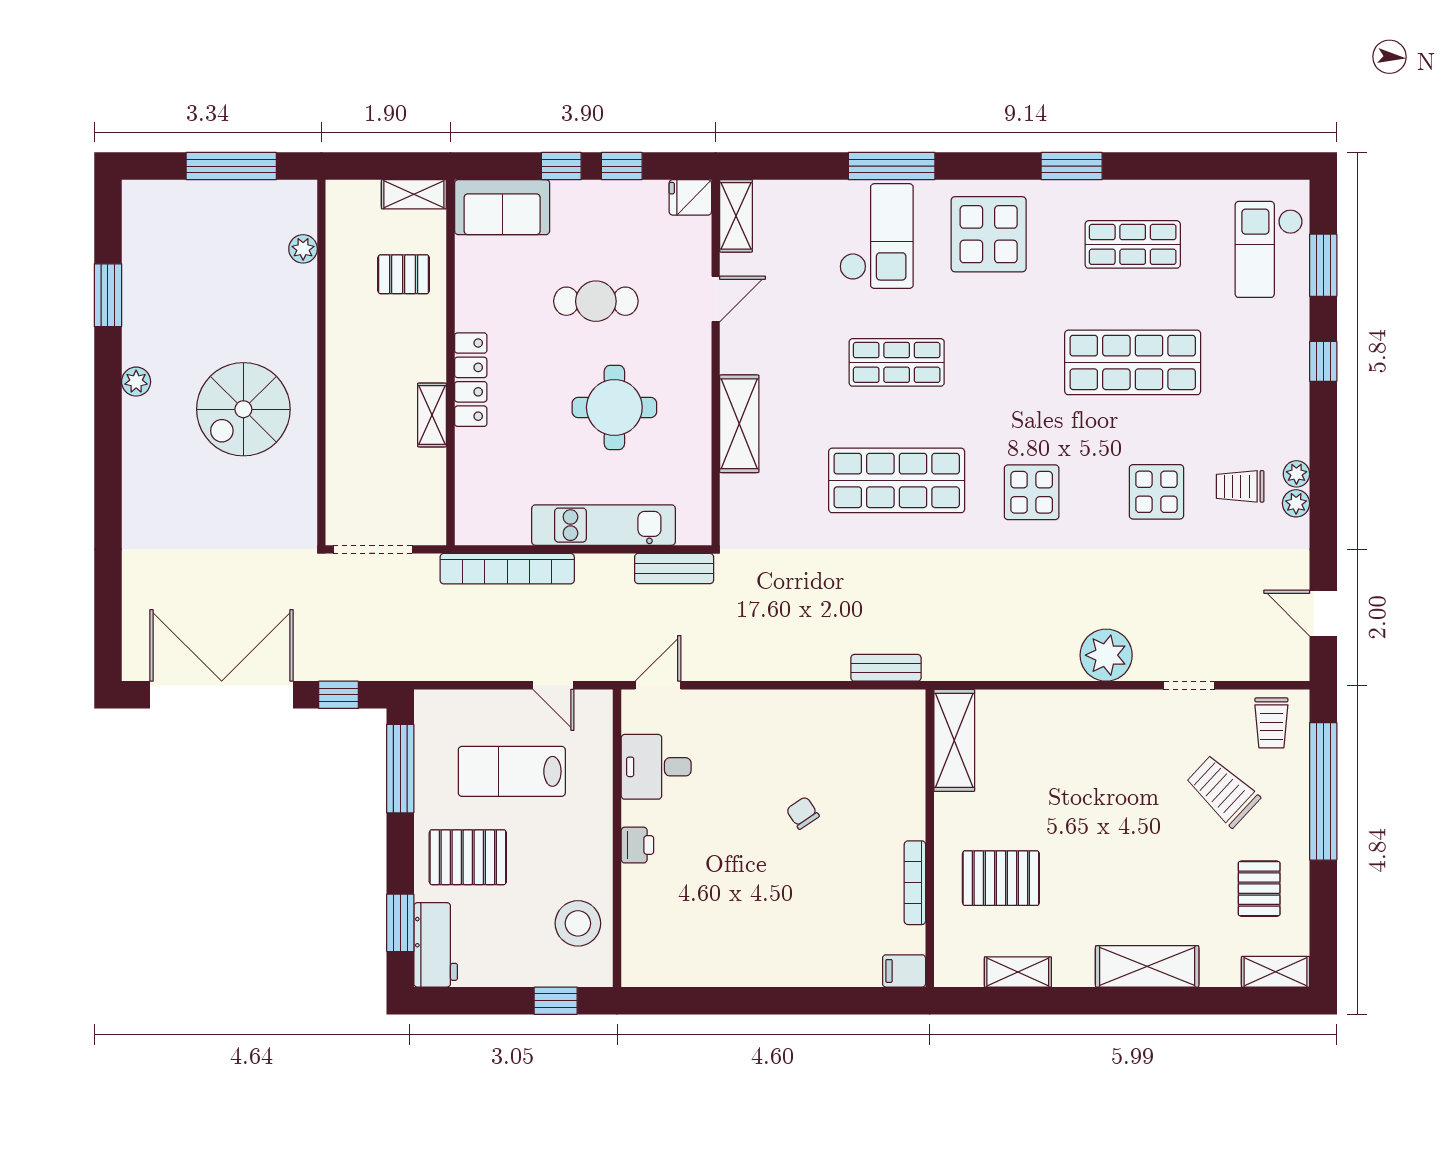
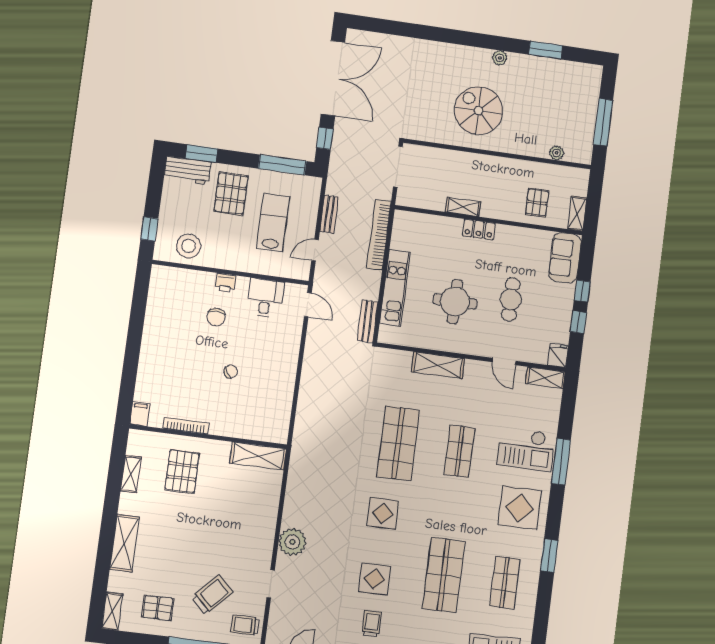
locker: (471, 380) -> (479, 229), width x0.66
bench: (886, 668) -> (329, 214), moved
chair: (704, 854) -> (216, 317), added

